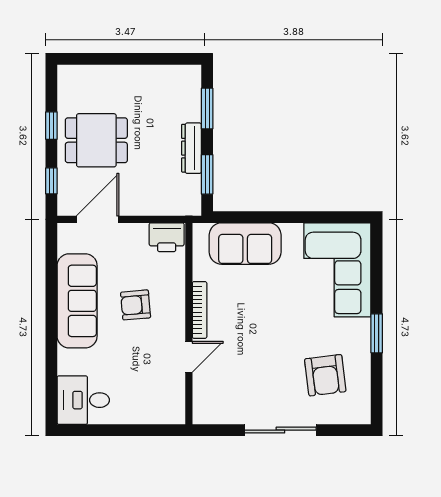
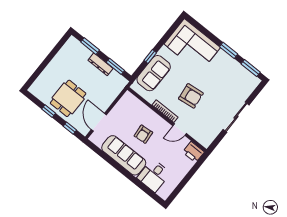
window: (267, 217) -> (150, 57), added
printer: (167, 237) -> (193, 152), moved, turned 90
door: (189, 357) -> (180, 130), swing flipped
armchair: (325, 375) -> (191, 96), moved
window: (377, 391) -> (251, 68), added
desk: (83, 400) -> (154, 176), moved

